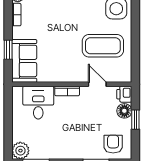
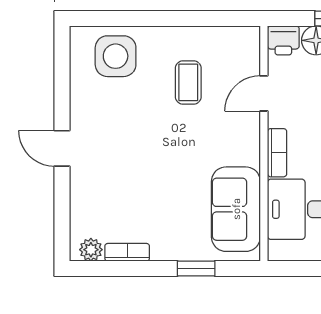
coffee table: (103, 46) -> (188, 82), width x0.54, depth x0.58
sofa: (24, 61) -> (236, 209), moved, turned -90

